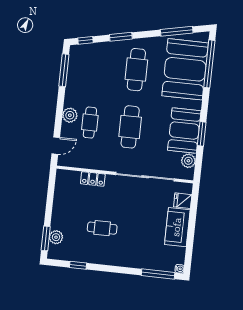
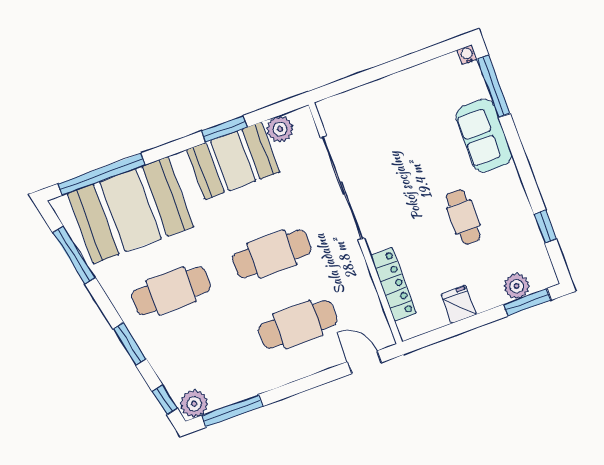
plant: (70, 115) -> (194, 404), moved
cafe table: (90, 123) -> (298, 325), width x1.37, depth x1.35
locker: (93, 179) -> (393, 284), width x1.53
fridge: (183, 201) -> (459, 304), moved, turned 180
sofa: (177, 227) -> (484, 136), moved, turned 90

